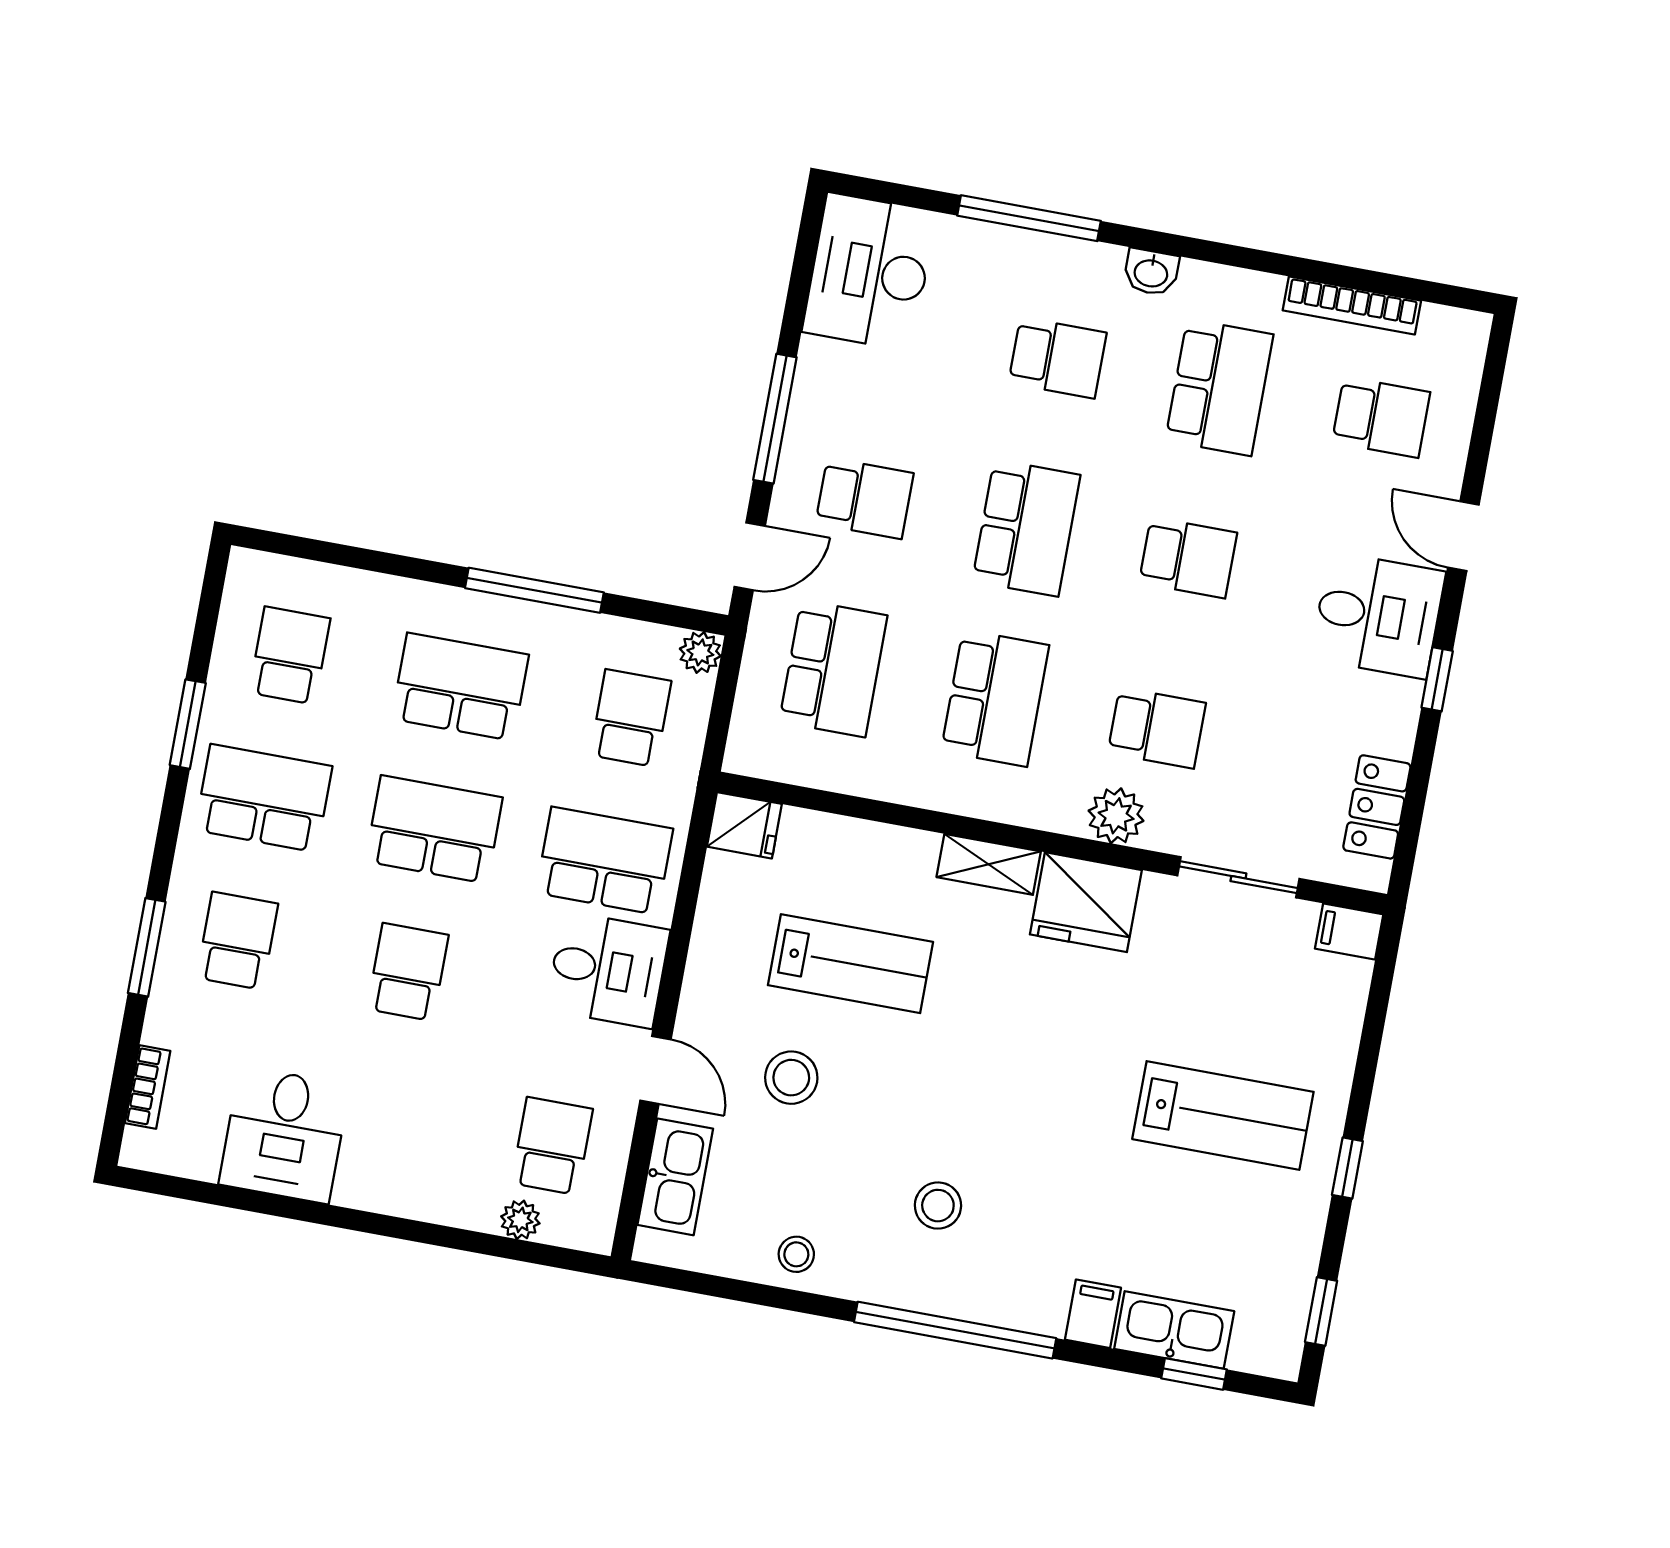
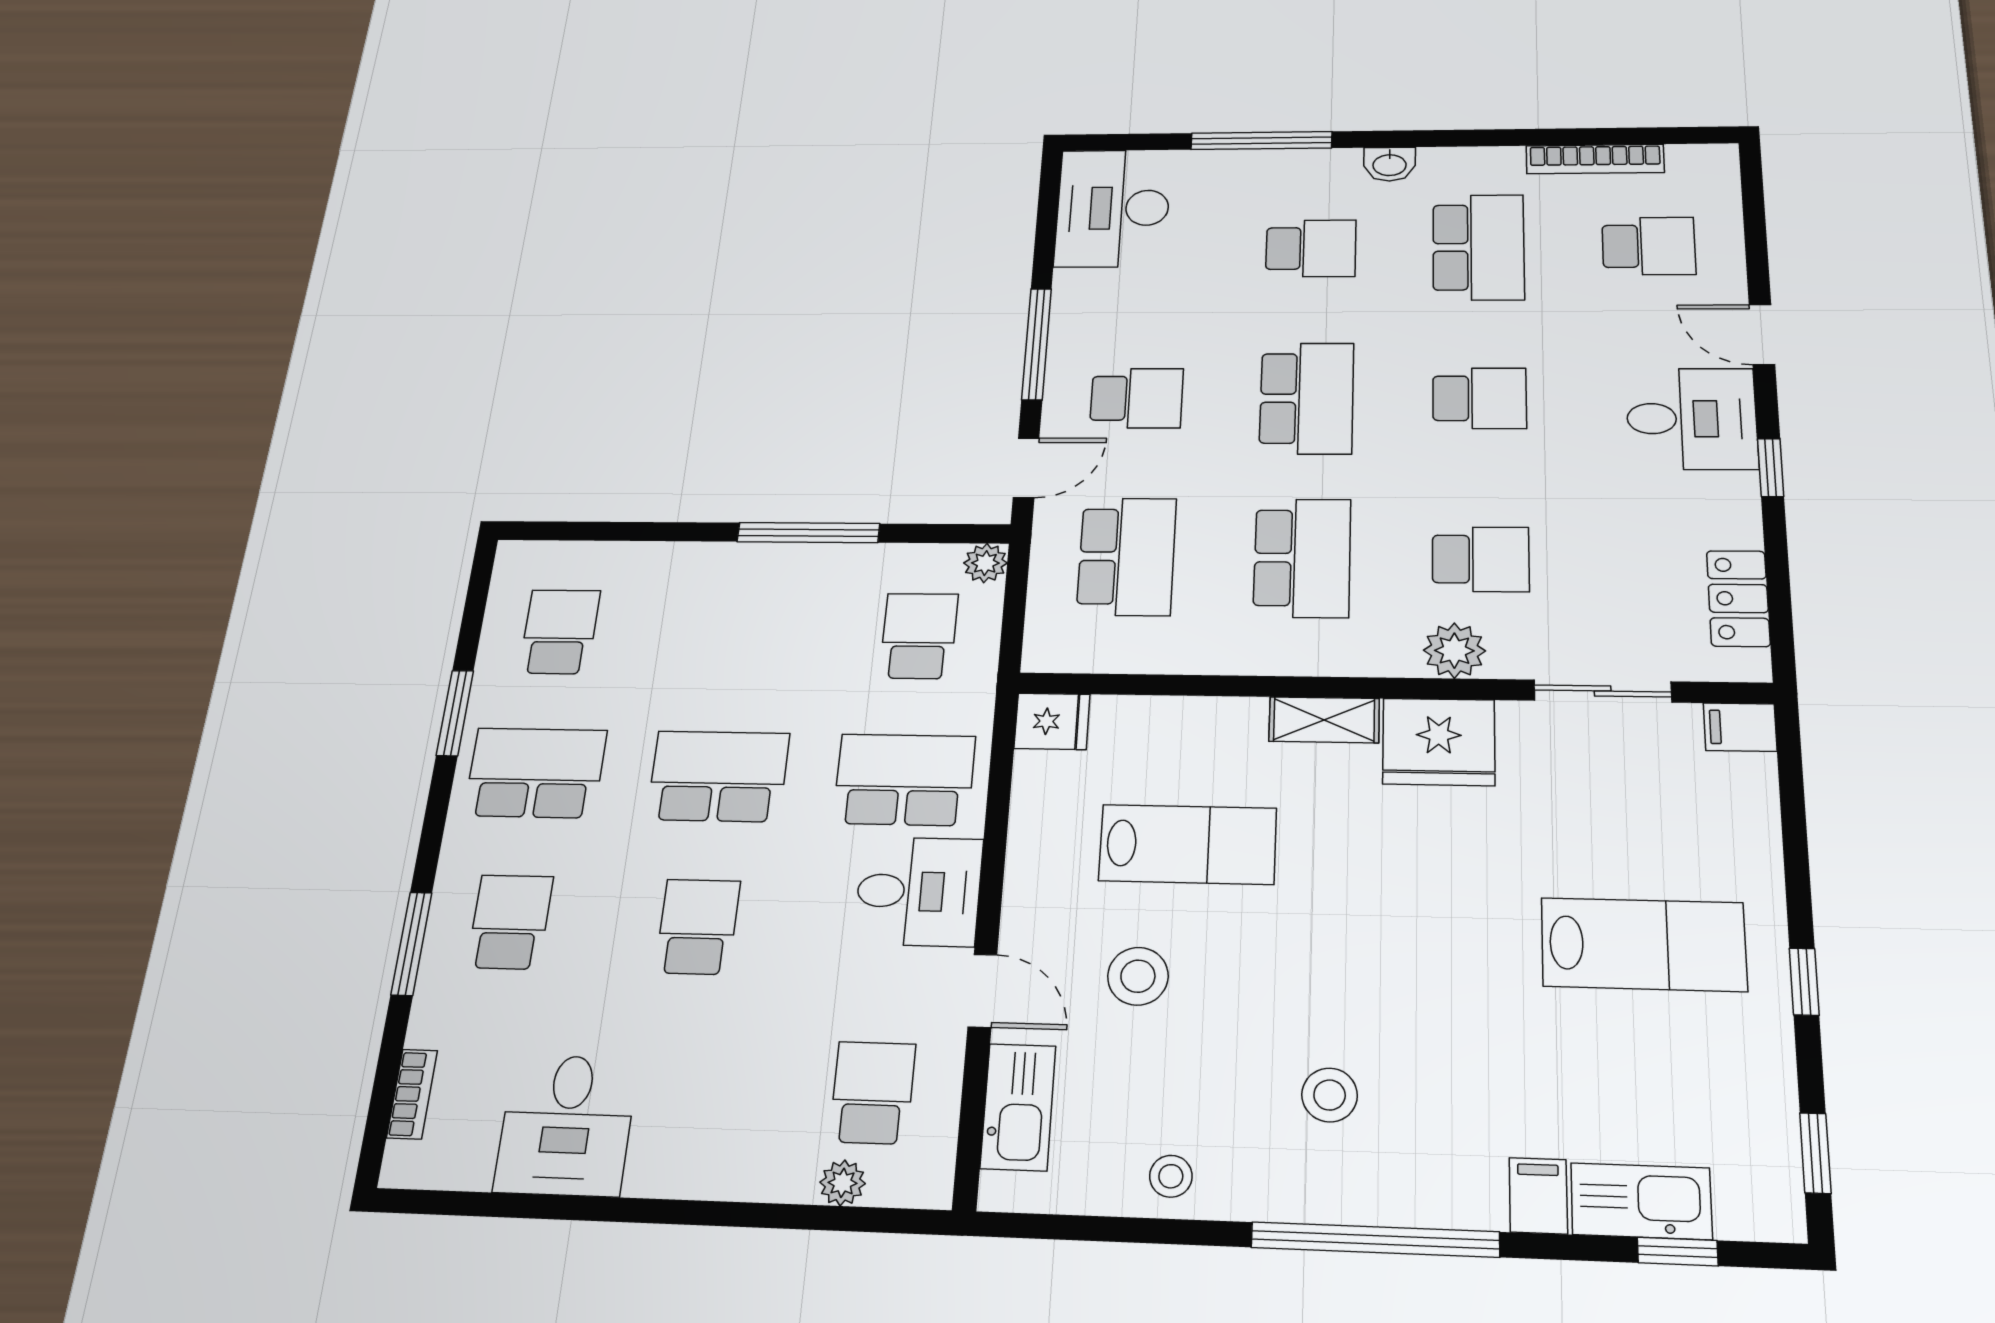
school desk: (460, 687) -> (738, 634), removed

